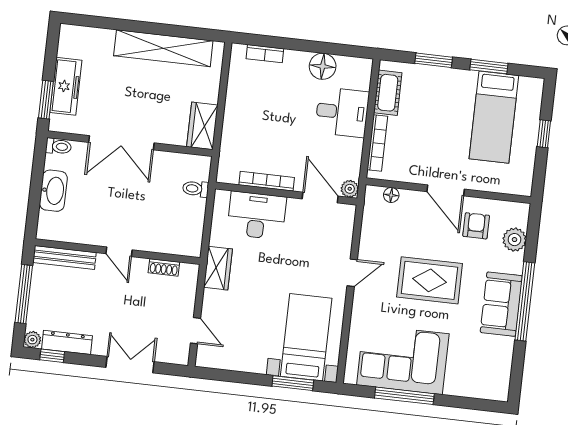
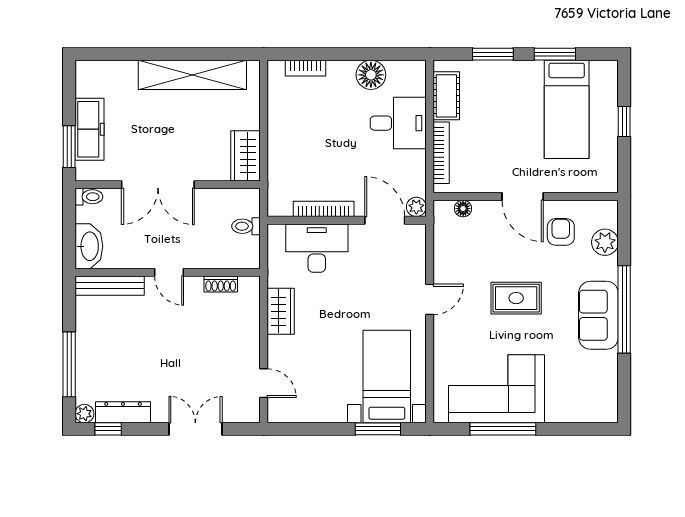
wall: (118, 252) -> (168, 272), moved
door: (119, 252) -> (169, 272), moved
bench: (64, 258) -> (110, 286), moved
shoe rack: (164, 267) -> (221, 284), moved
rug: (430, 280) -> (516, 298), width x0.73, depth x0.70

